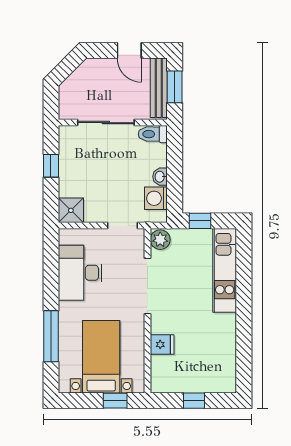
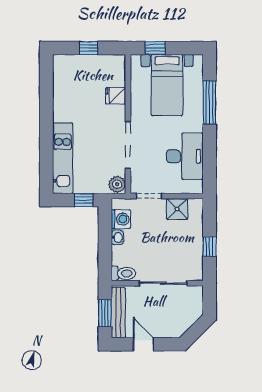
shower: (71, 210) -> (177, 209), moved

